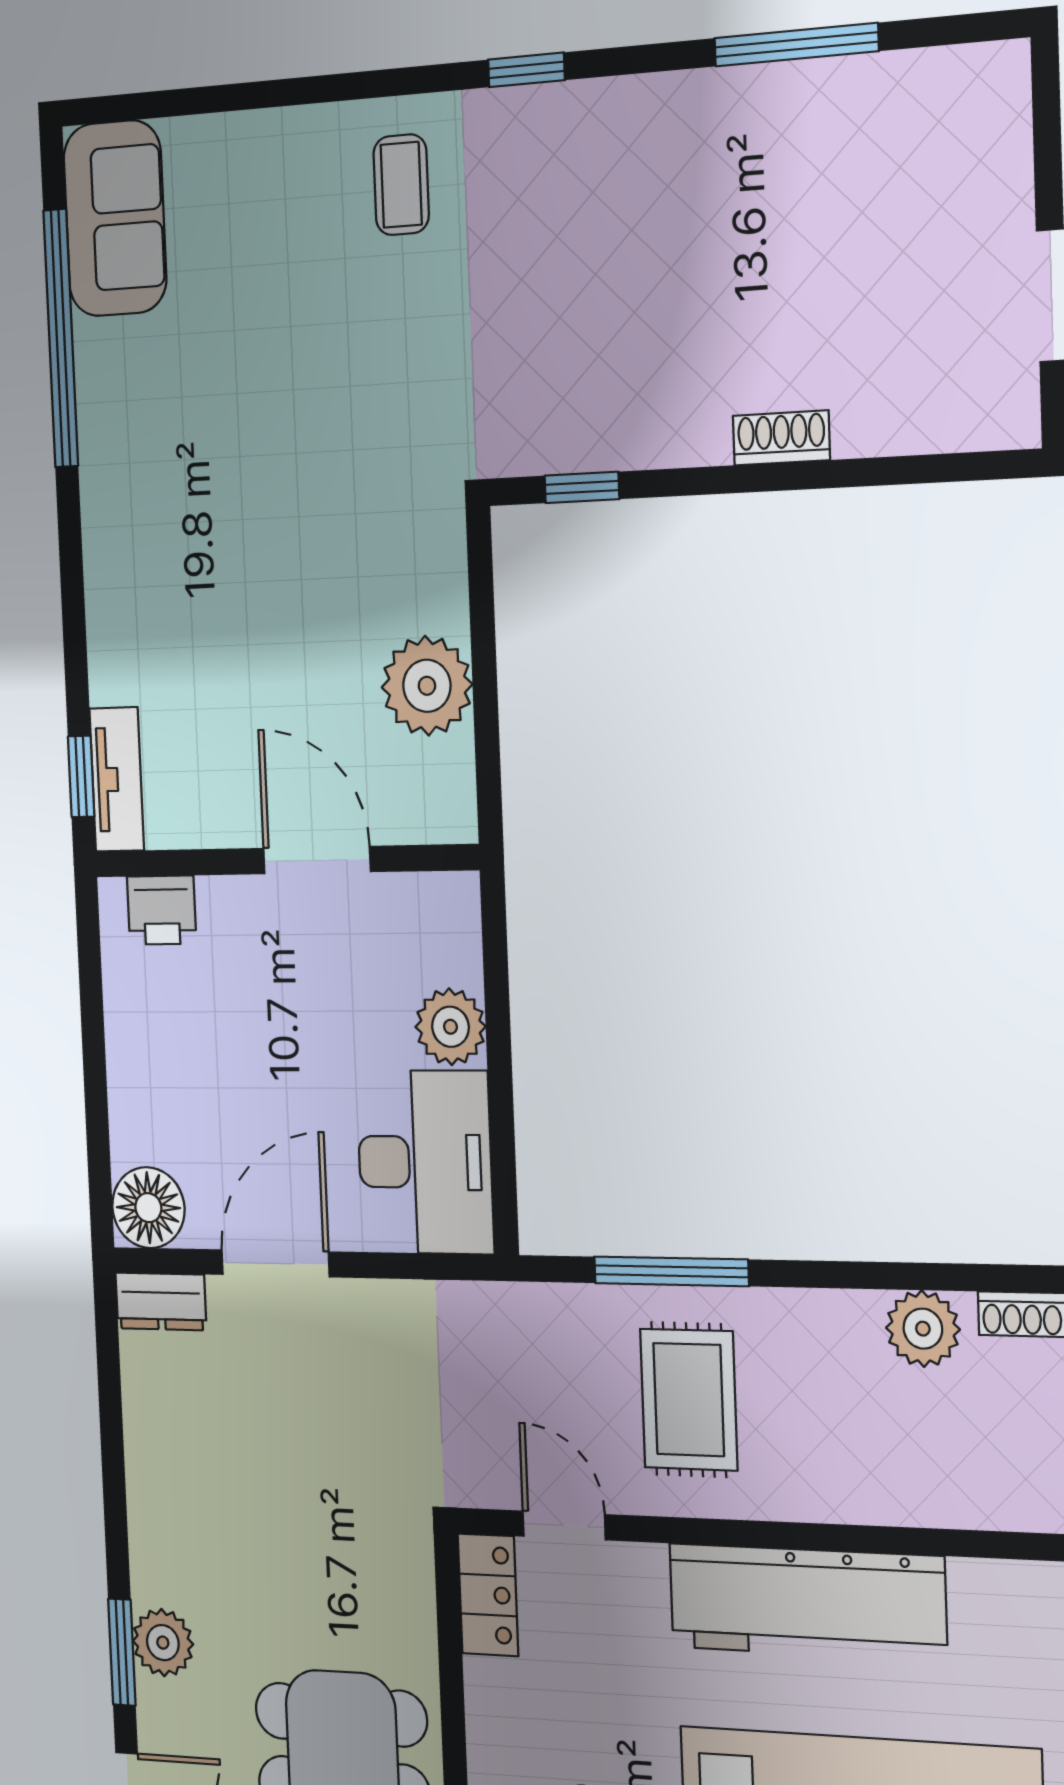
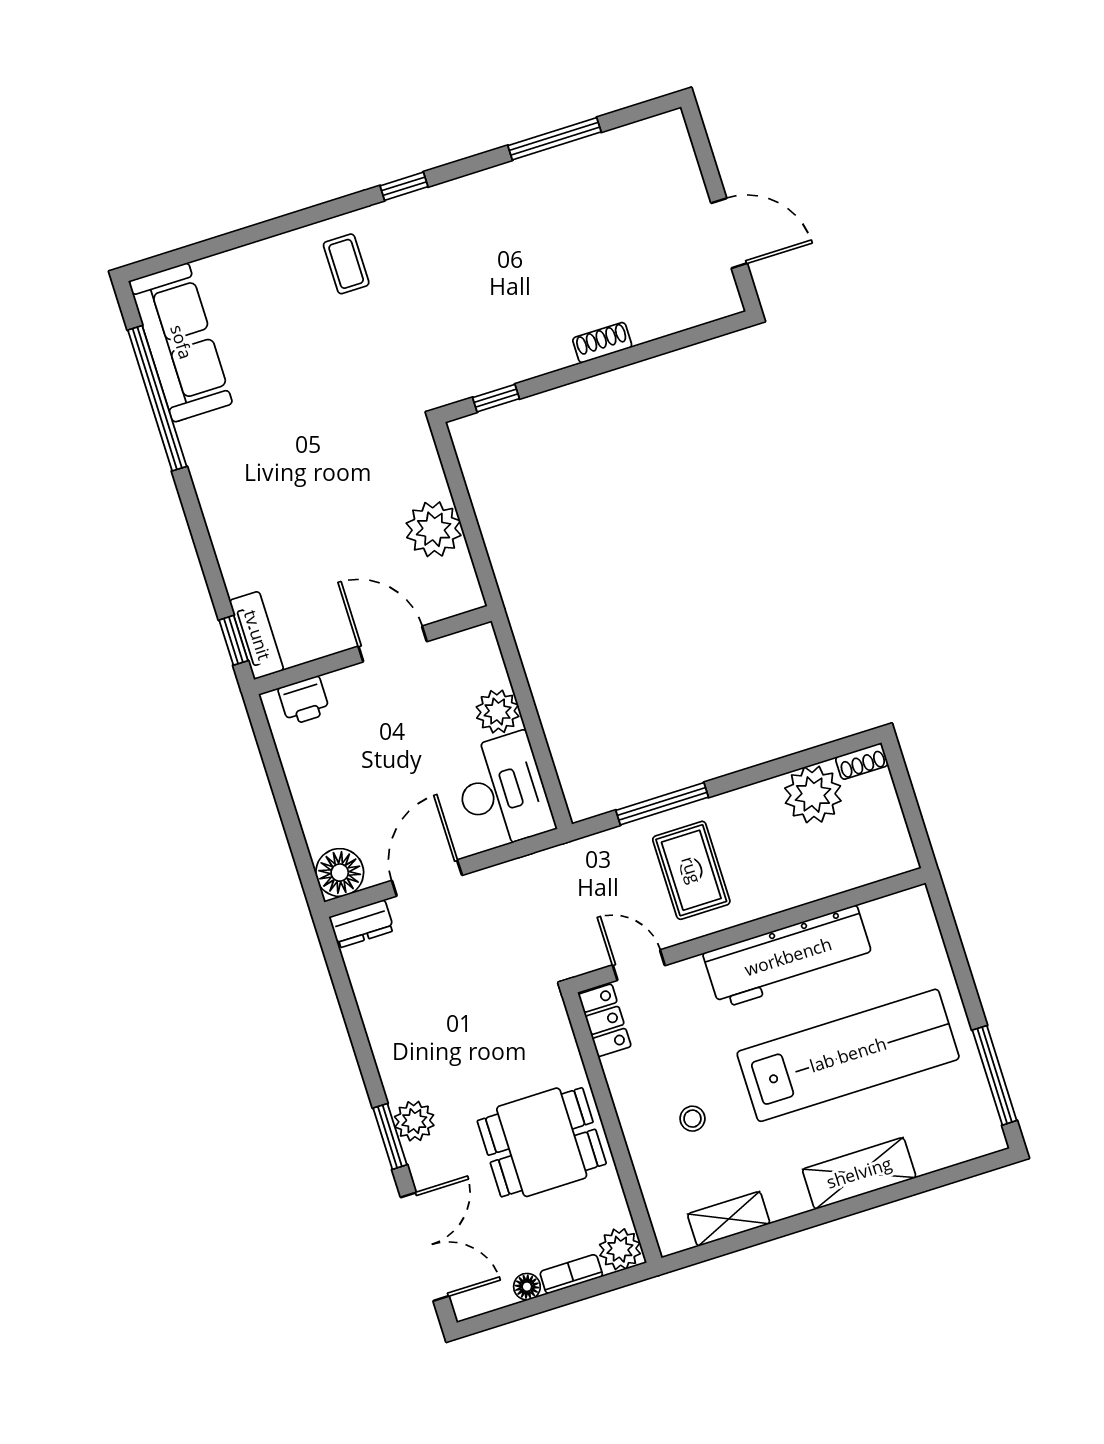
sofa: (115, 218) -> (181, 342), width x1.36
plant: (923, 1329) -> (813, 794), width x1.36, depth x1.36

